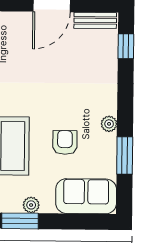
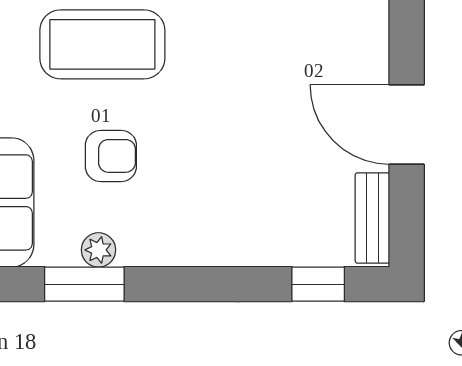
plant: (109, 124) -> (99, 250), moved

